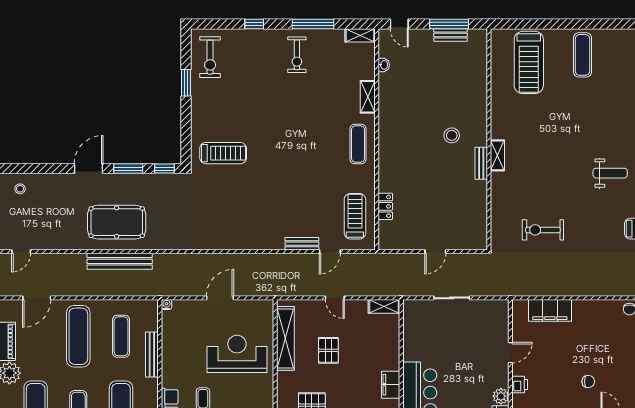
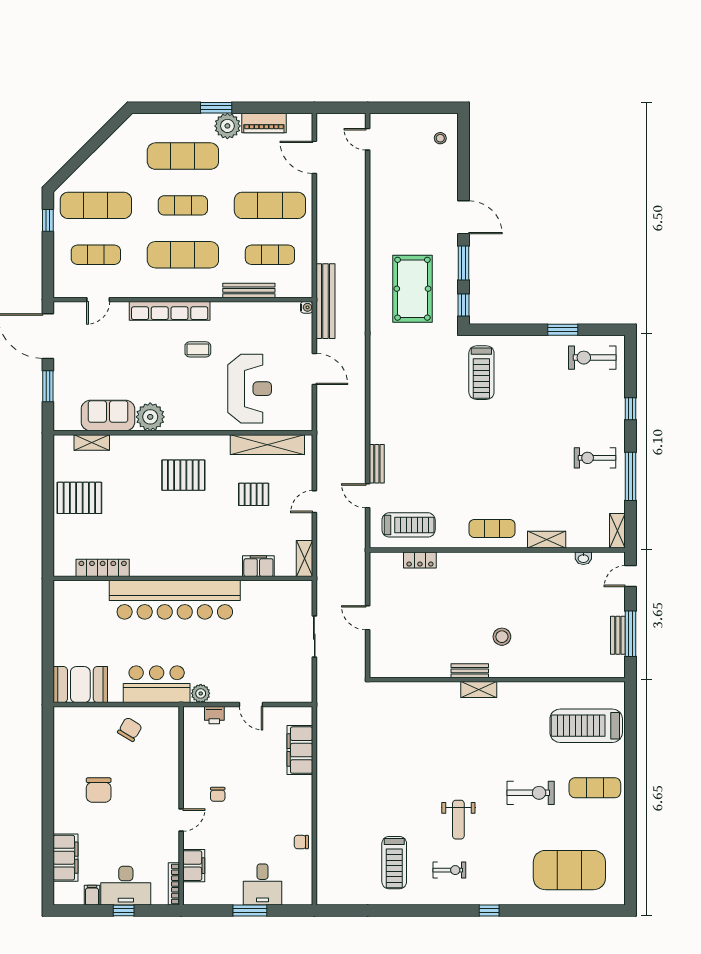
pool table: (117, 222) -> (412, 289), moved
exercise bike: (543, 230) -> (531, 793), moved, turned 90
bench: (120, 261) -> (325, 301), moved
filing cabinet: (391, 385) -> (258, 566), moved

